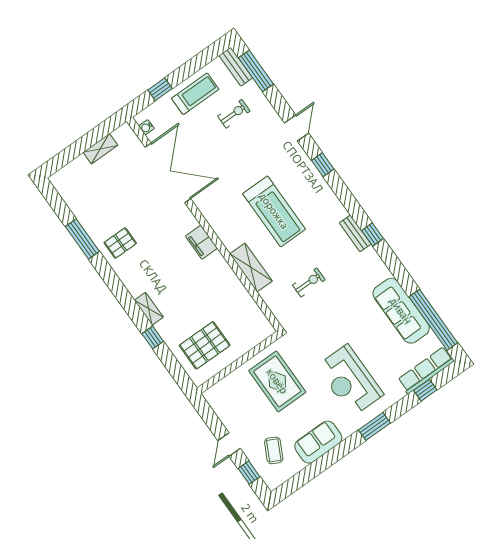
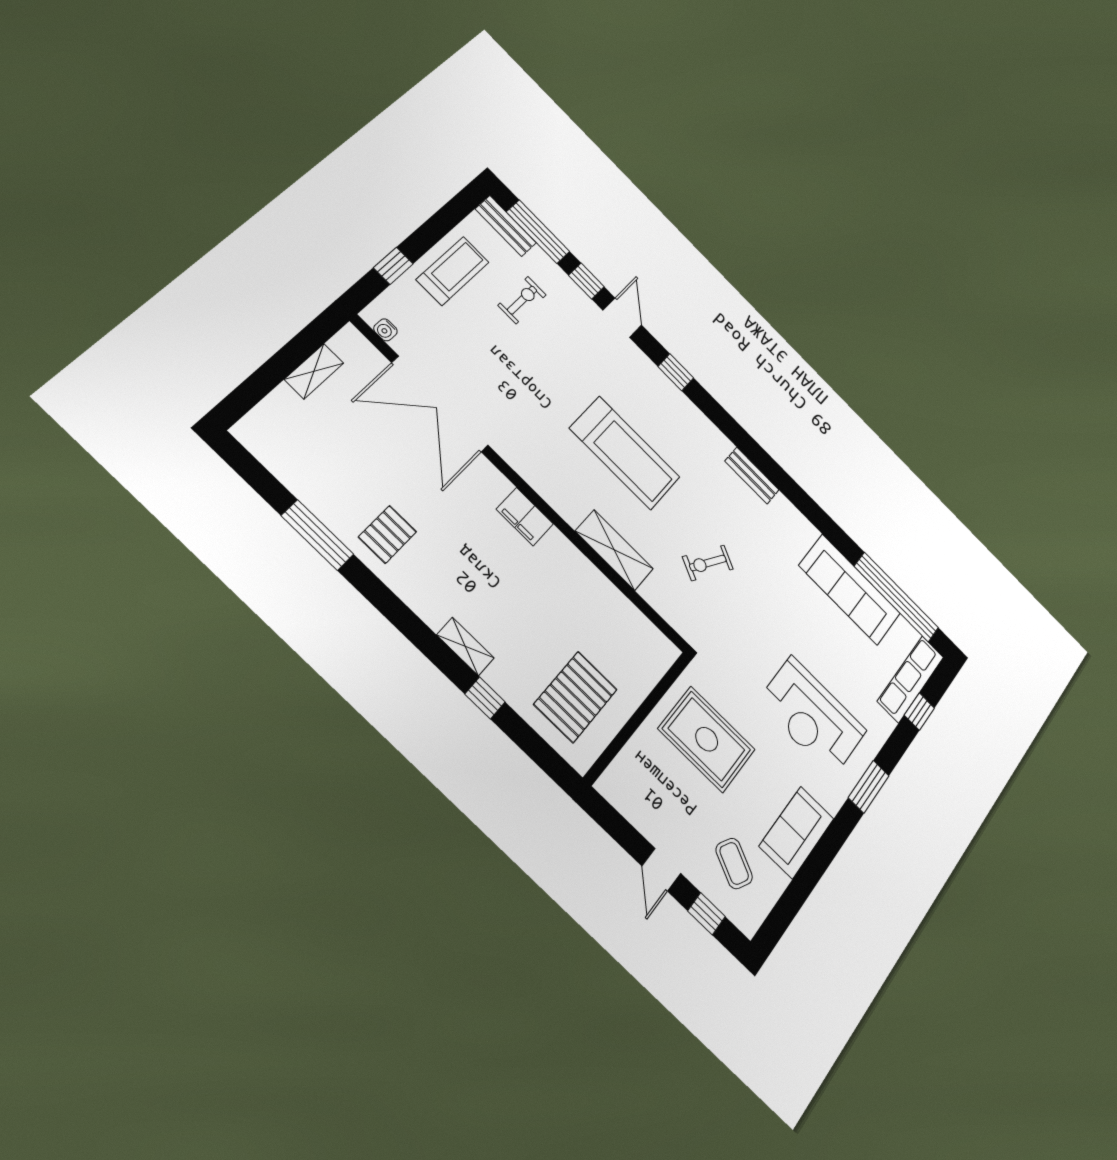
double door: (168, 173) -> (440, 404), swing flipped
window: (372, 234) -> (586, 281), moved
exercise bike: (309, 282) -> (708, 563), turned -151

